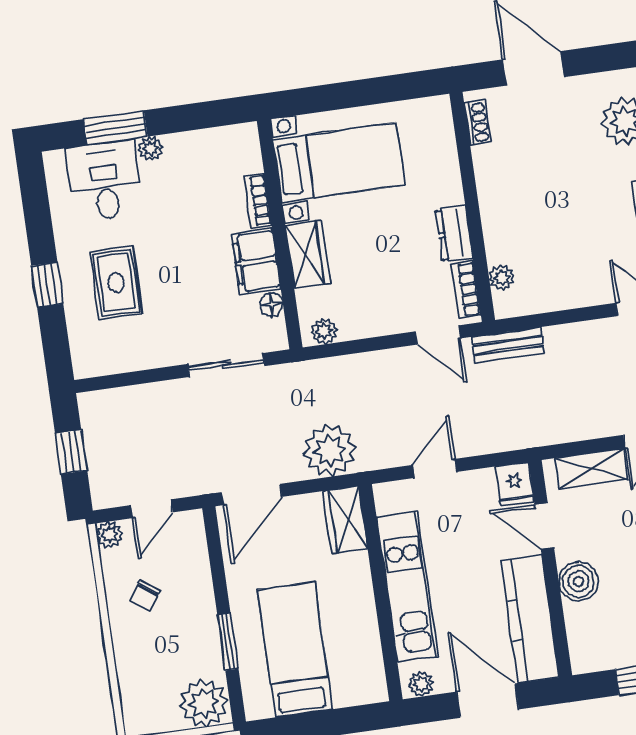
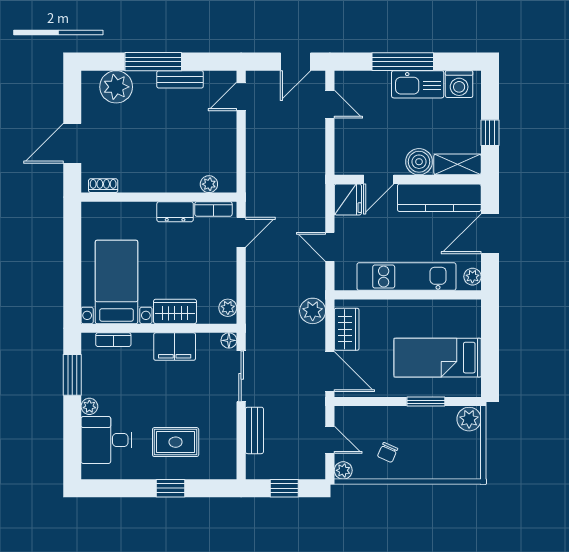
window: (115, 128) -> (72, 375), moved
bookcase: (258, 201) -> (113, 340), moved
floor lamp: (271, 305) -> (229, 340), moved
bench: (508, 345) -> (254, 430), moved
plant: (329, 450) -> (313, 311), width x0.73, depth x0.73
shelving: (592, 469) -> (457, 164), moved, turned 90
fridge: (515, 484) -> (348, 199), width x1.38
wardrobe: (345, 520) -> (347, 329), moved, turned -90
chair: (145, 596) -> (388, 452), turned 79
plant: (204, 703) -> (469, 419), width x0.73, depth x0.73

